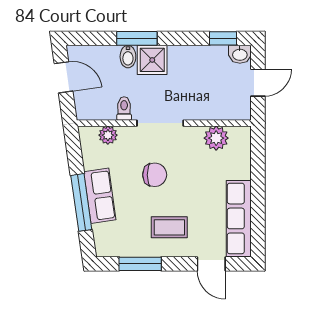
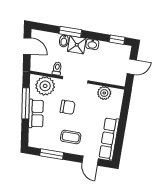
washbasin: (240, 54) -> (92, 44), moved
plant: (108, 135) -> (45, 86), width x1.88, depth x1.88
window: (81, 202) -> (26, 103), moved

